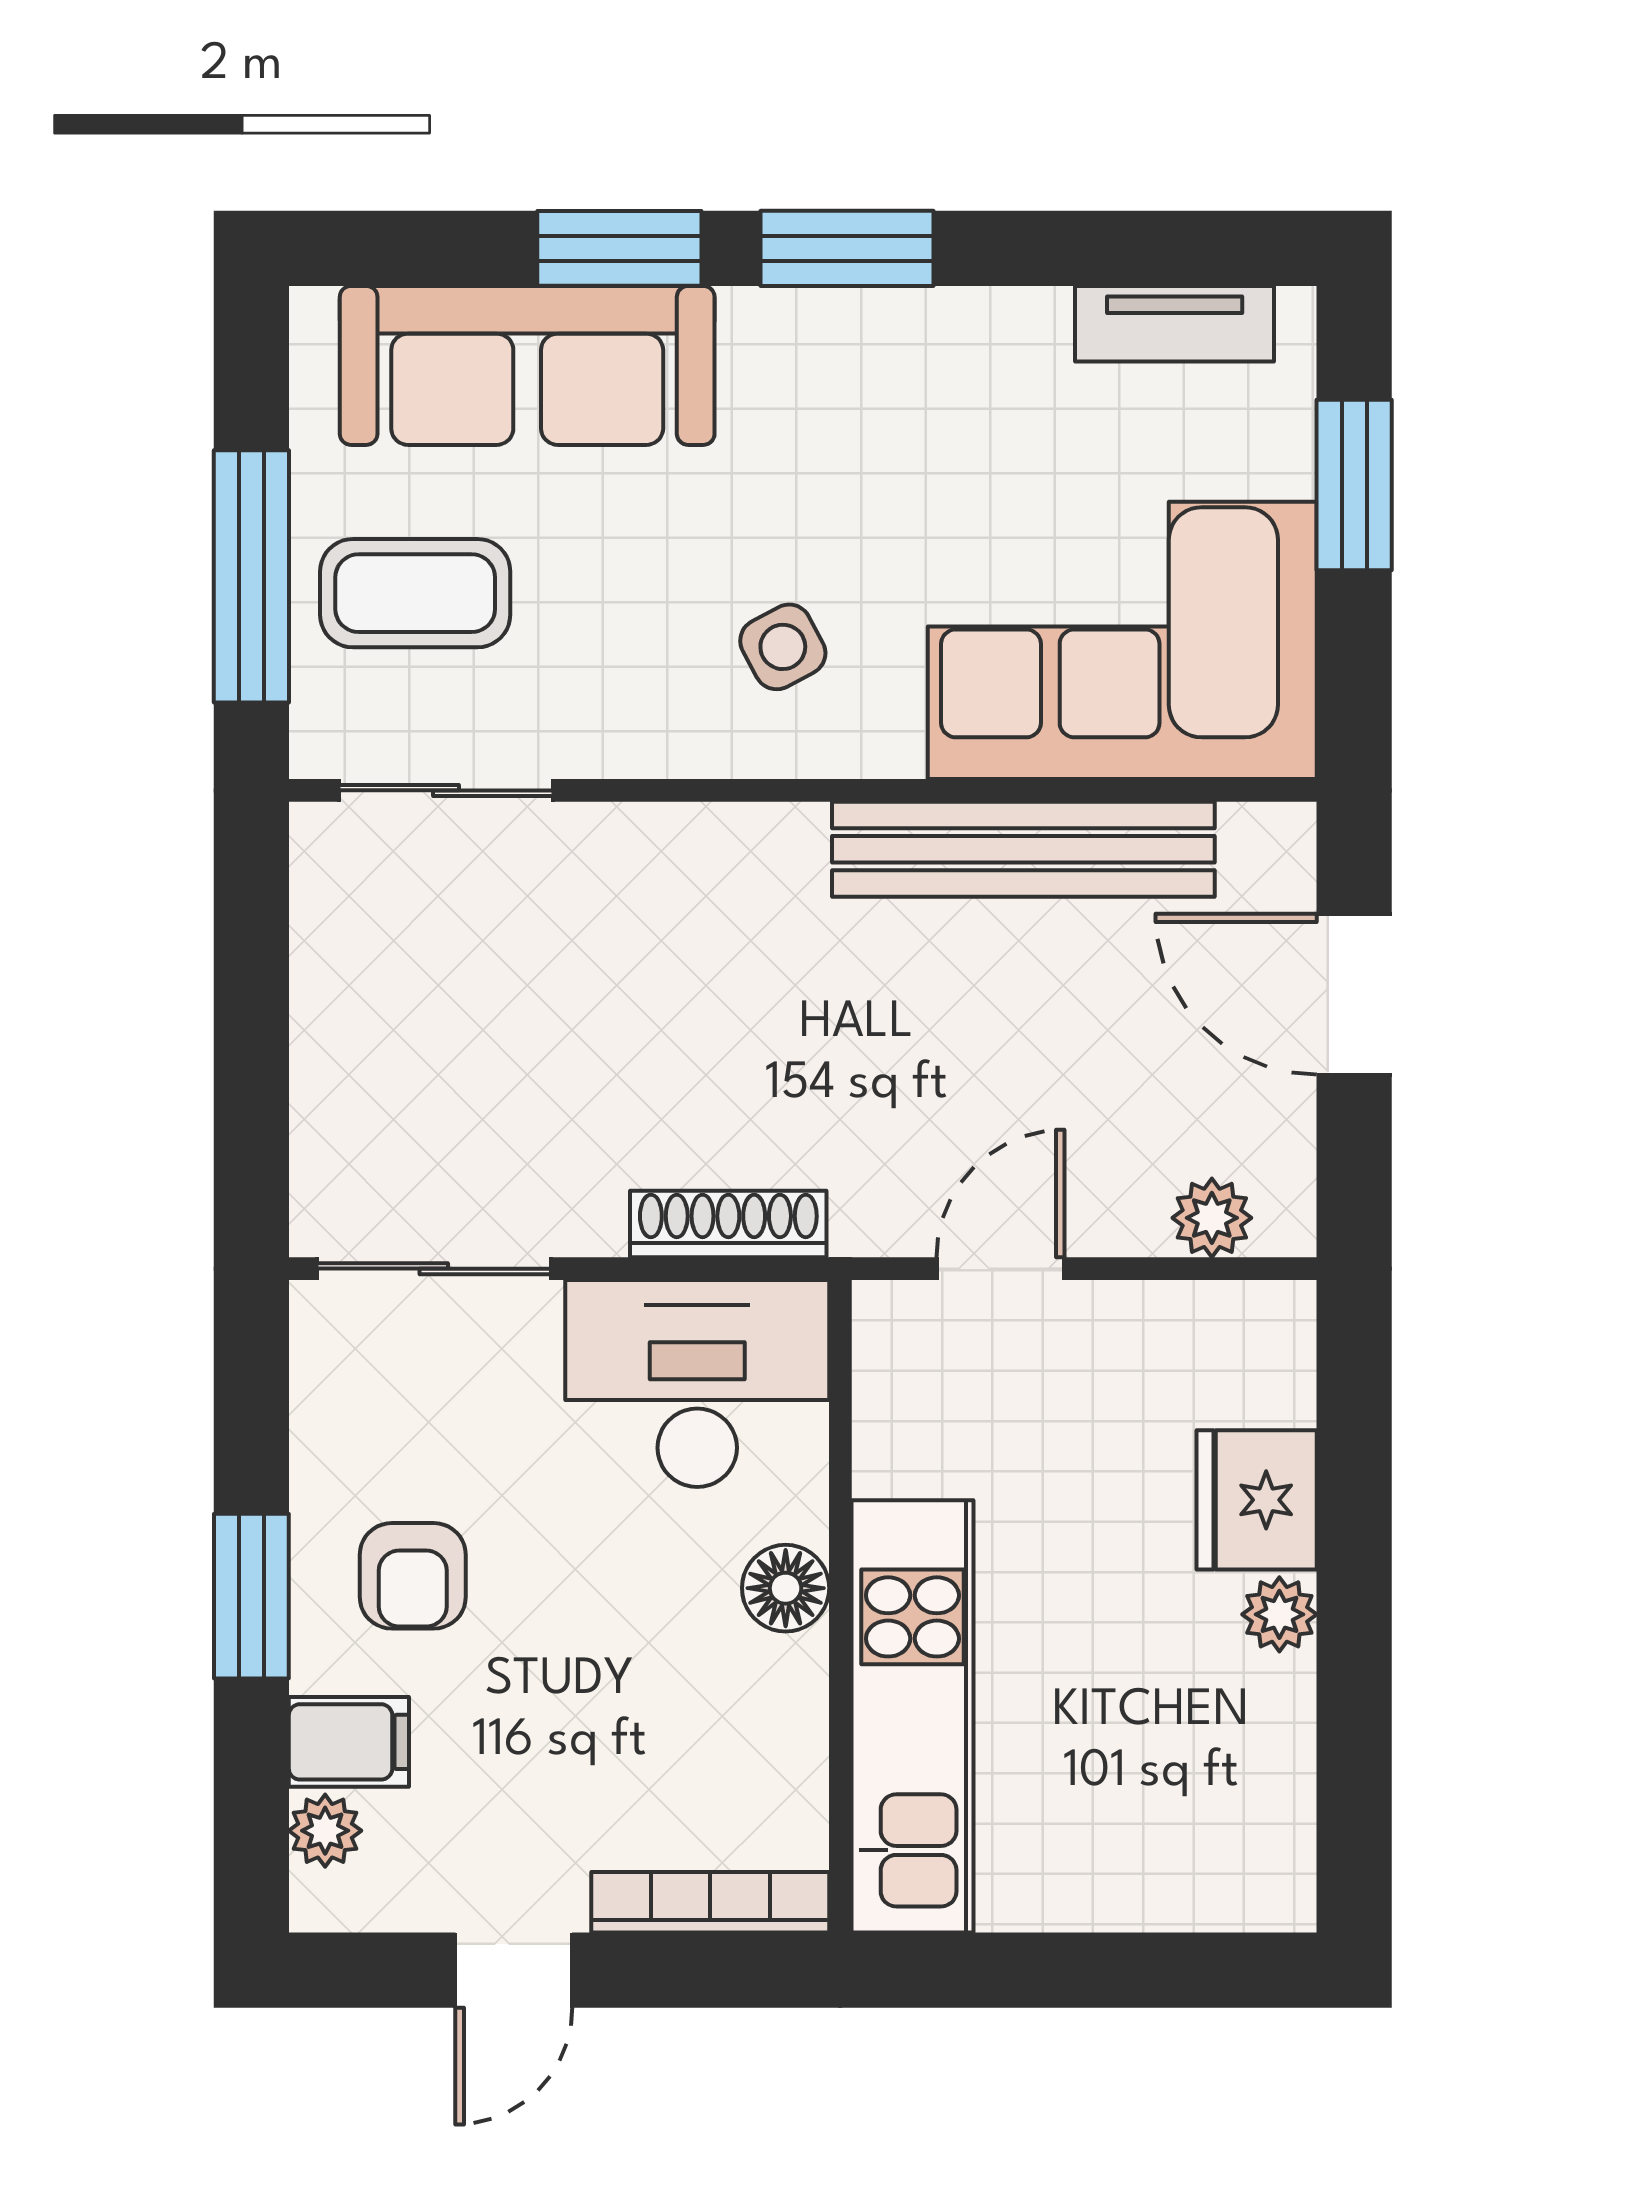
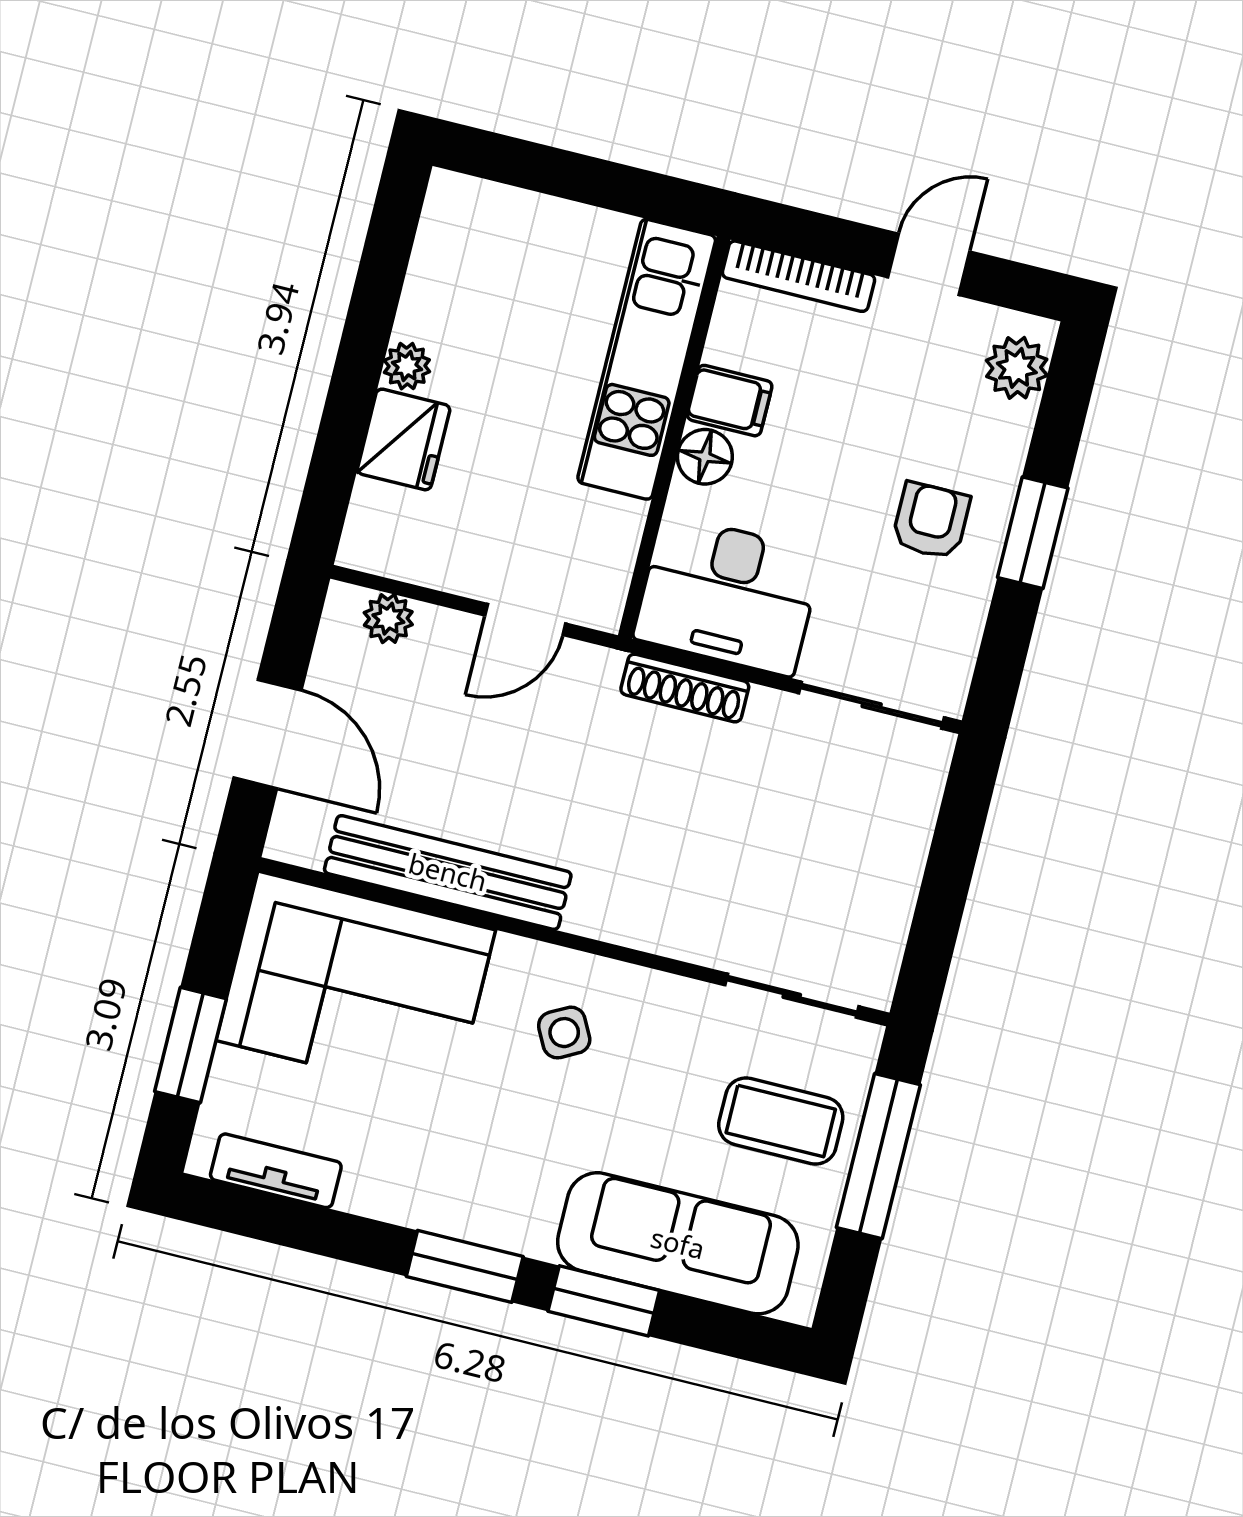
filing cabinet: (349, 1742) -> (730, 401), moved, turned 180
plant: (325, 1831) -> (1017, 368), width x1.38, depth x1.38

